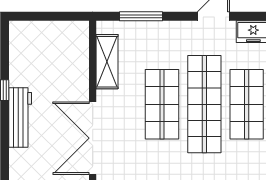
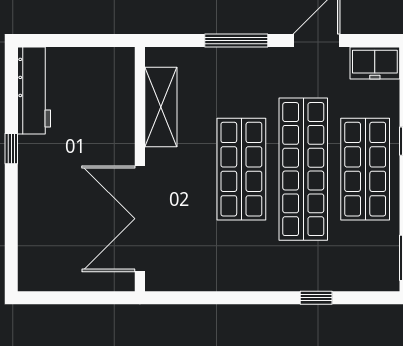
window: (141, 16) -> (236, 40), moved
workbench: (20, 118) -> (34, 91), moved

